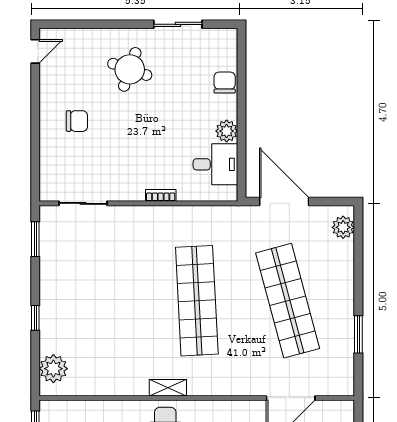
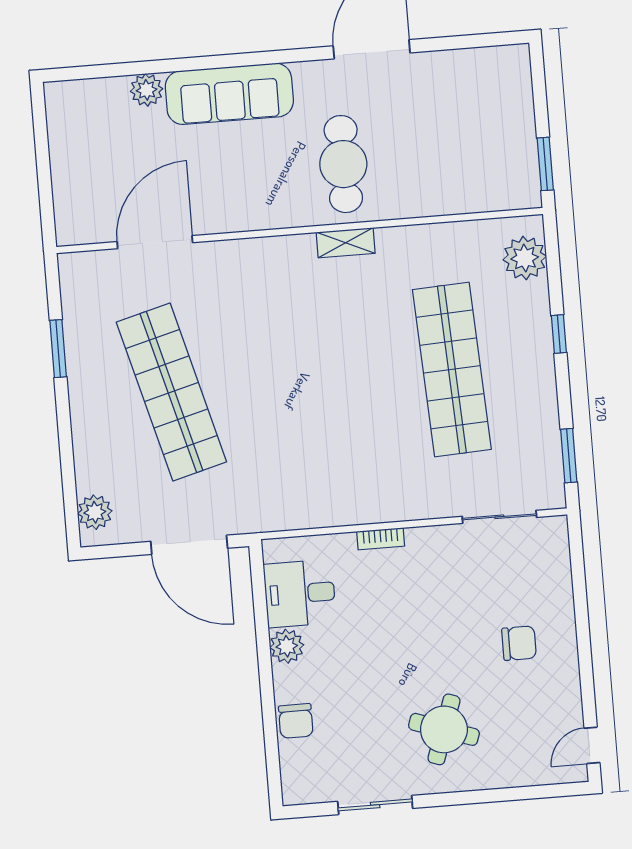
chair: (77, 121) -> (519, 643), turned 180
shop shelf: (197, 301) -> (452, 369), moved

